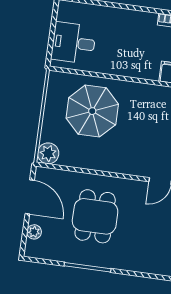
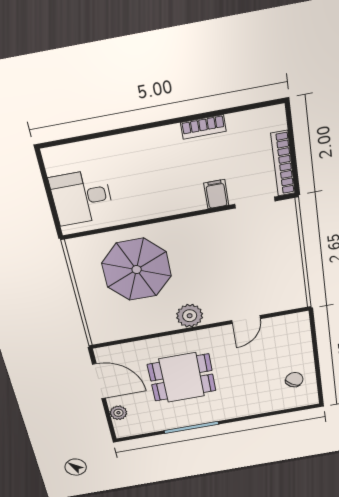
plant: (48, 153) -> (190, 316), moved
dining table: (95, 216) -> (182, 378), turned 90

